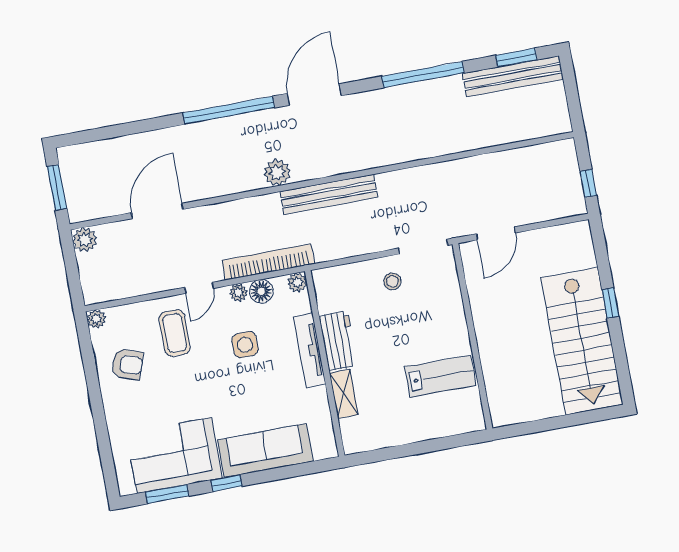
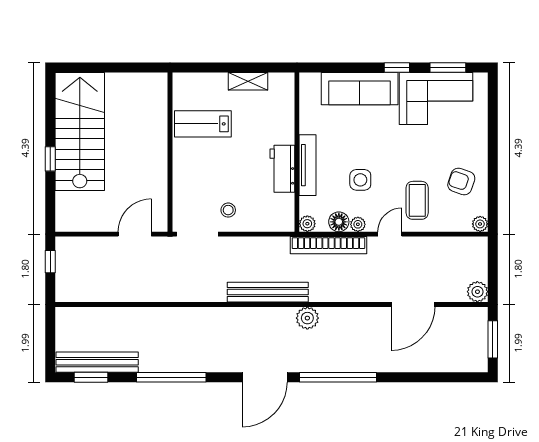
shelving: (344, 394) -> (248, 81), moved, turned 90

